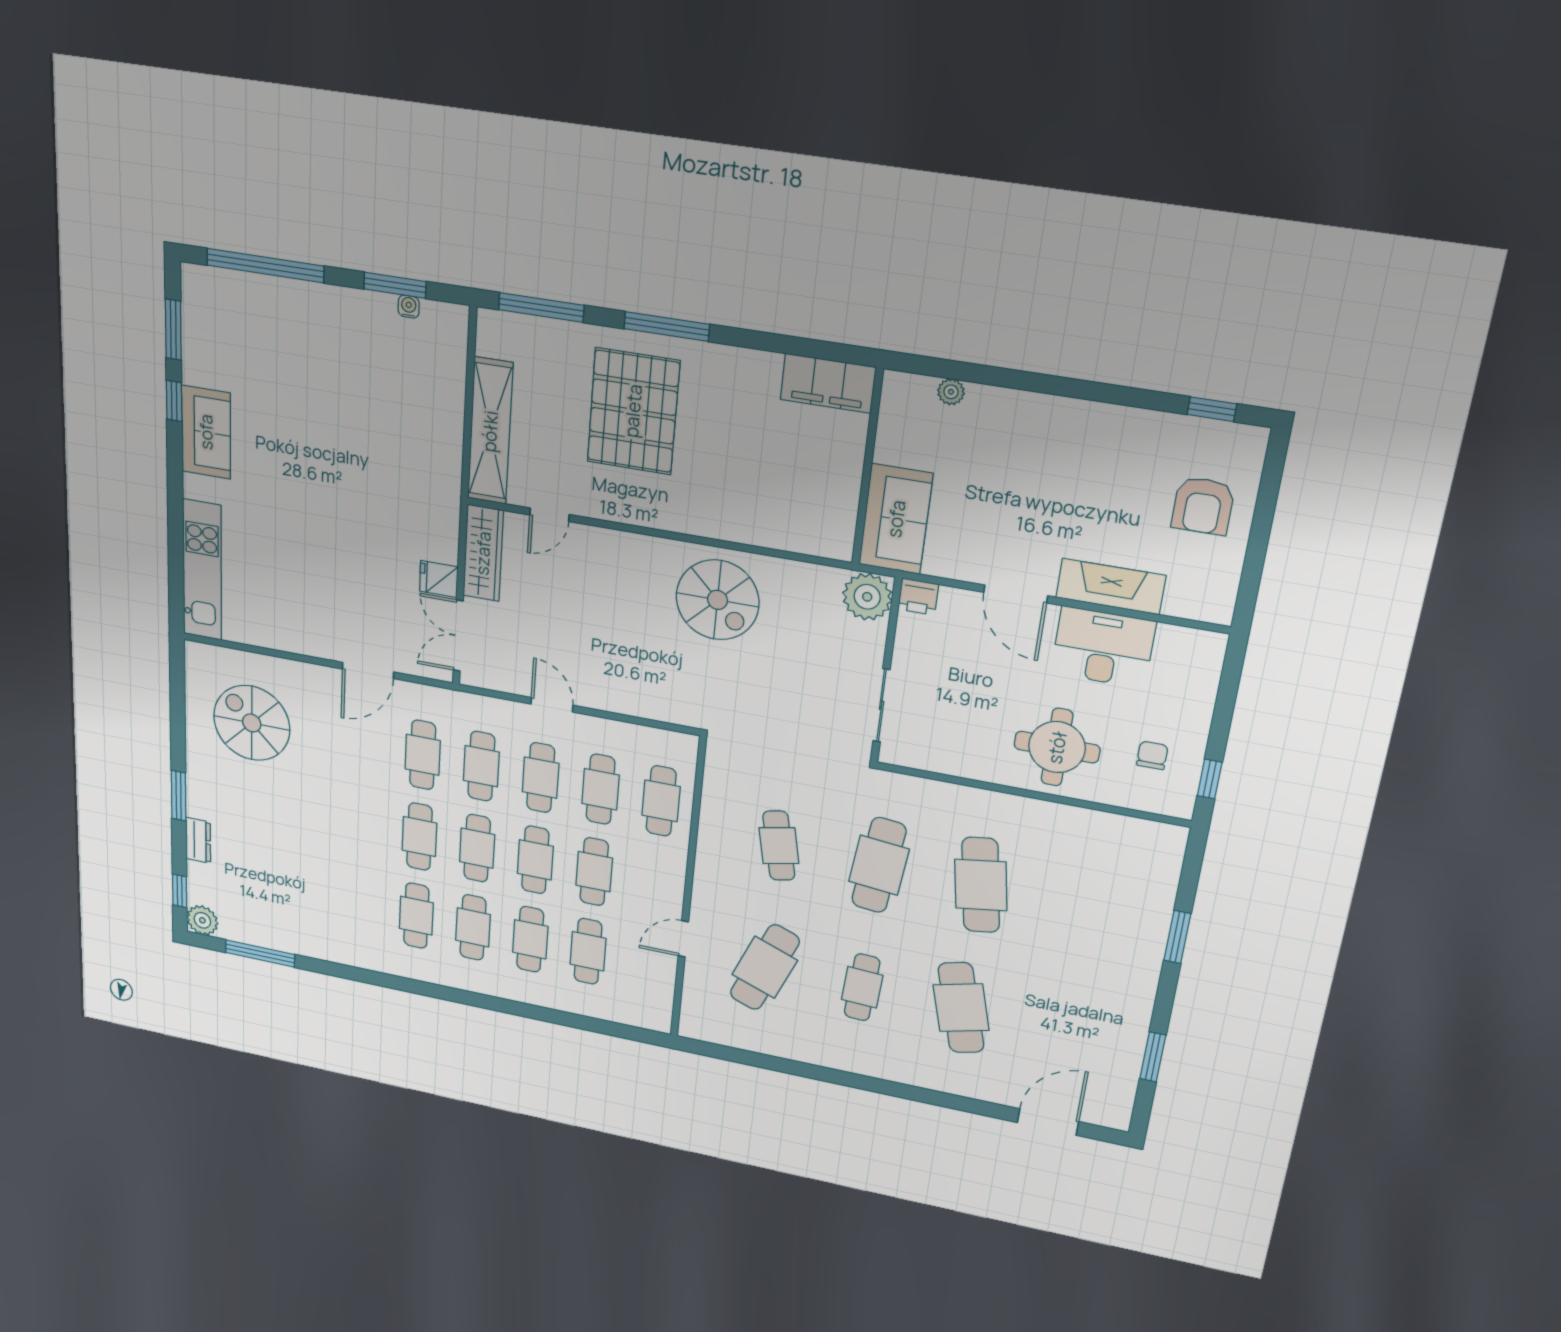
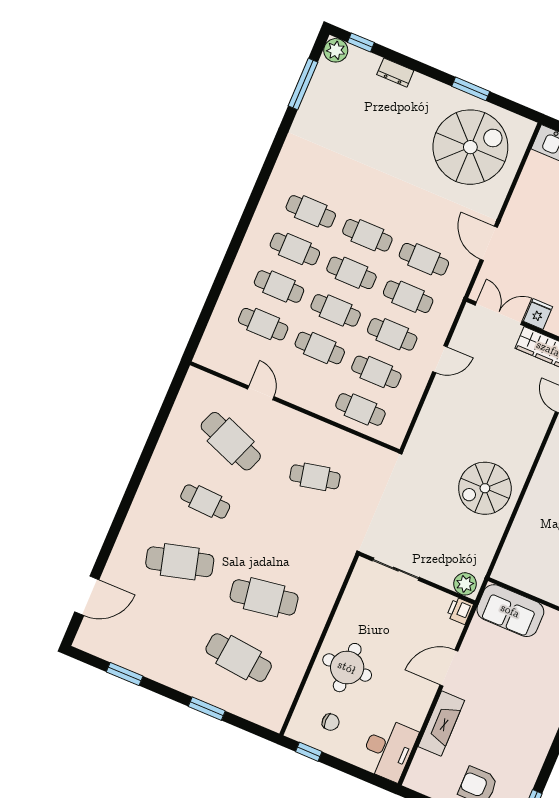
plant: (867, 597) -> (465, 584), width x0.73, depth x0.73
desk: (1103, 647) -> (388, 749), moved
spiral stairs: (252, 723) -> (470, 147), width x1.37, depth x1.37
window: (179, 796) -> (471, 89), moved
cafe table: (879, 865) -> (239, 658), moved
door: (1048, 1122) -> (87, 596), hinge flipped

